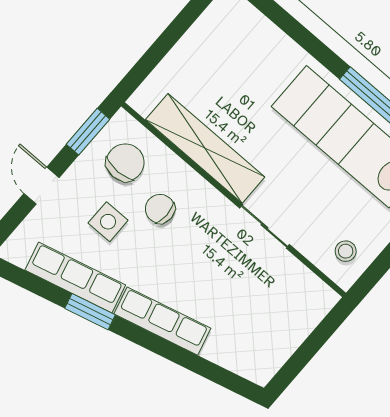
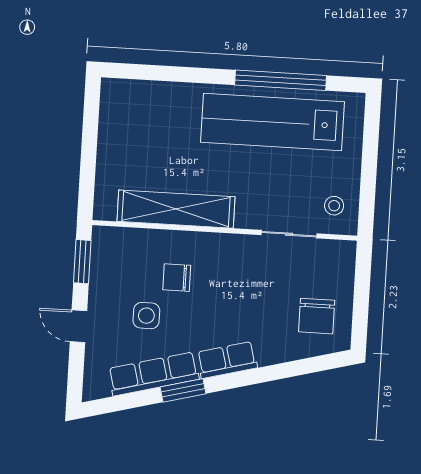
chair: (125, 163) -> (317, 316), moved, turned 180
sliding door: (264, 226) -> (289, 234), moved
row of seats: (162, 321) -> (227, 360), width x0.68

